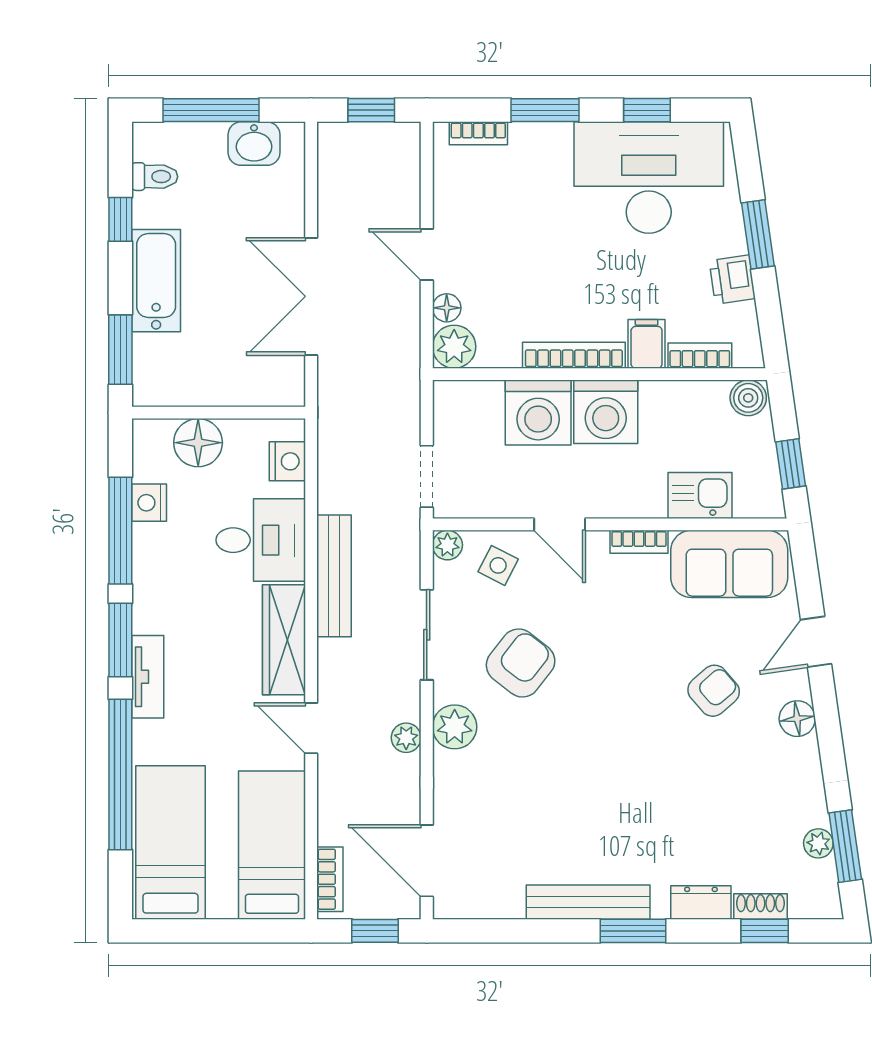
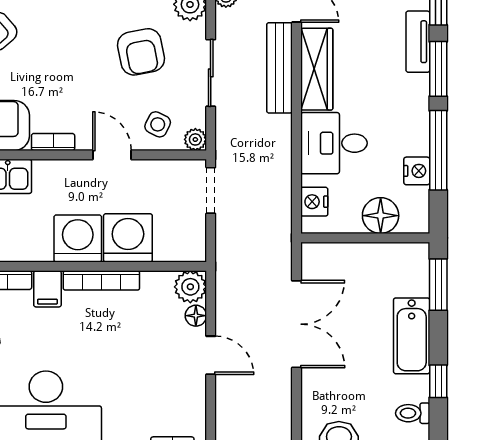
bench: (334, 576) -> (280, 68), moved
armchair: (521, 663) -> (141, 52), turned -49

